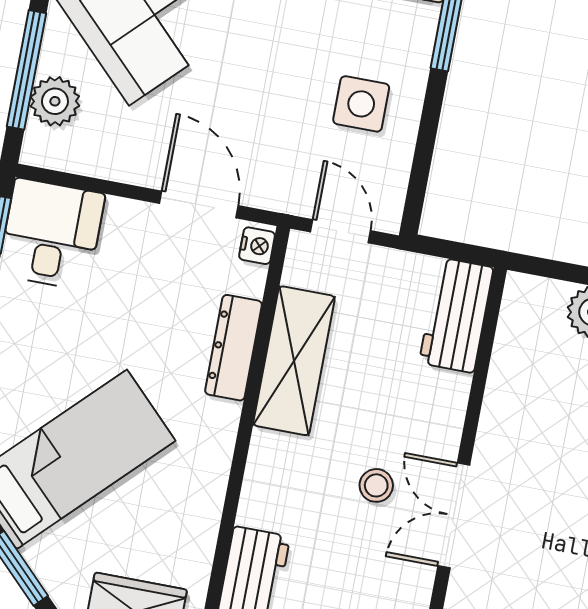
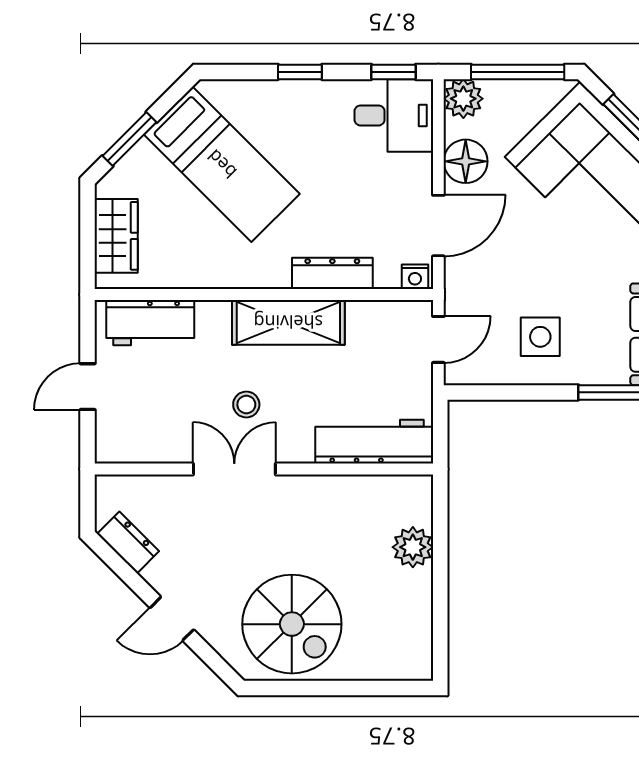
plant: (55, 101) -> (463, 99), moved
floor lamp: (125, 156) -> (466, 161), added
workbench: (456, 315) -> (374, 442), width x1.38
shelving: (294, 361) -> (288, 322), moved

